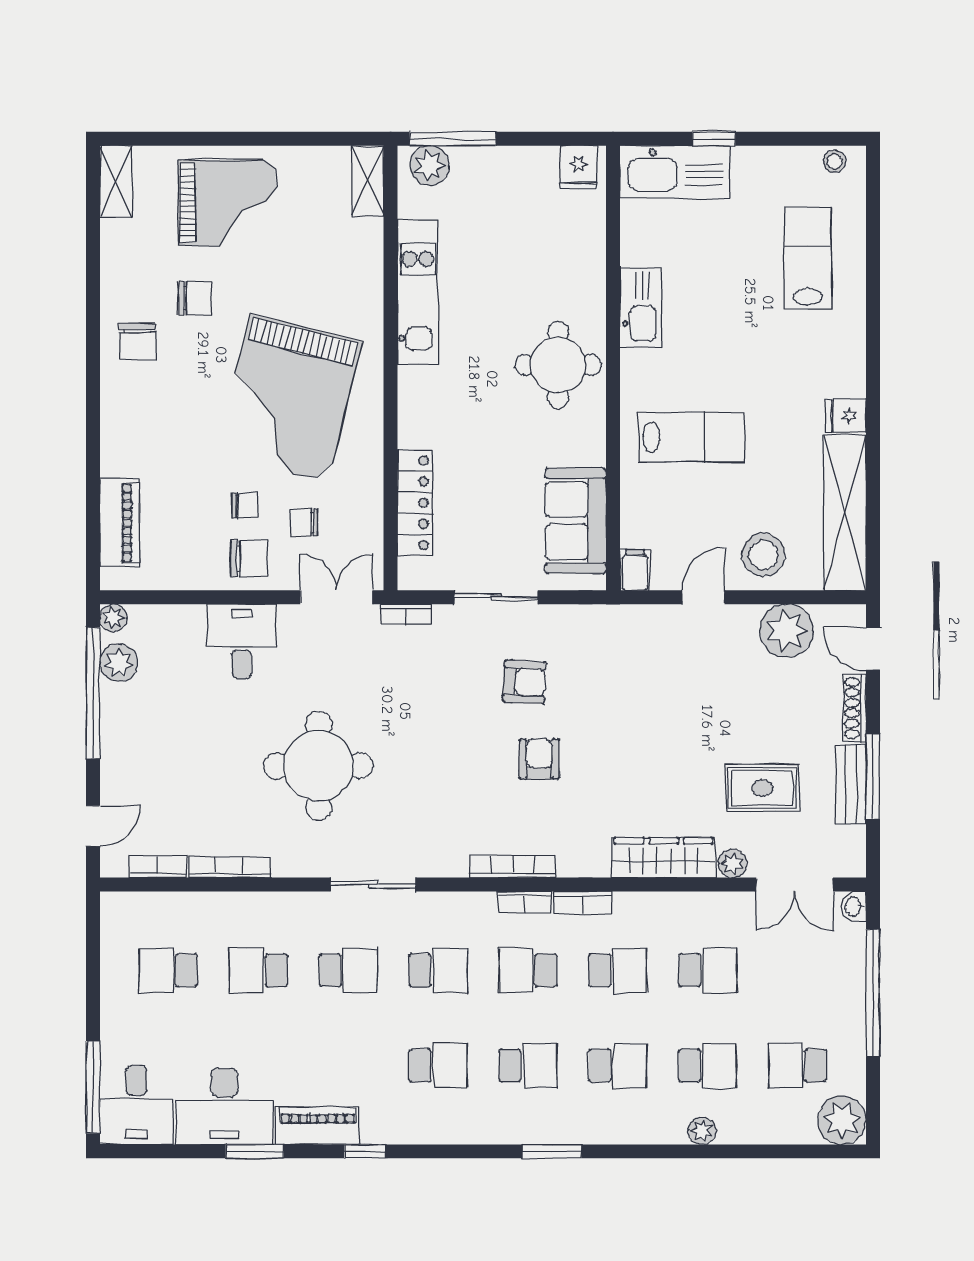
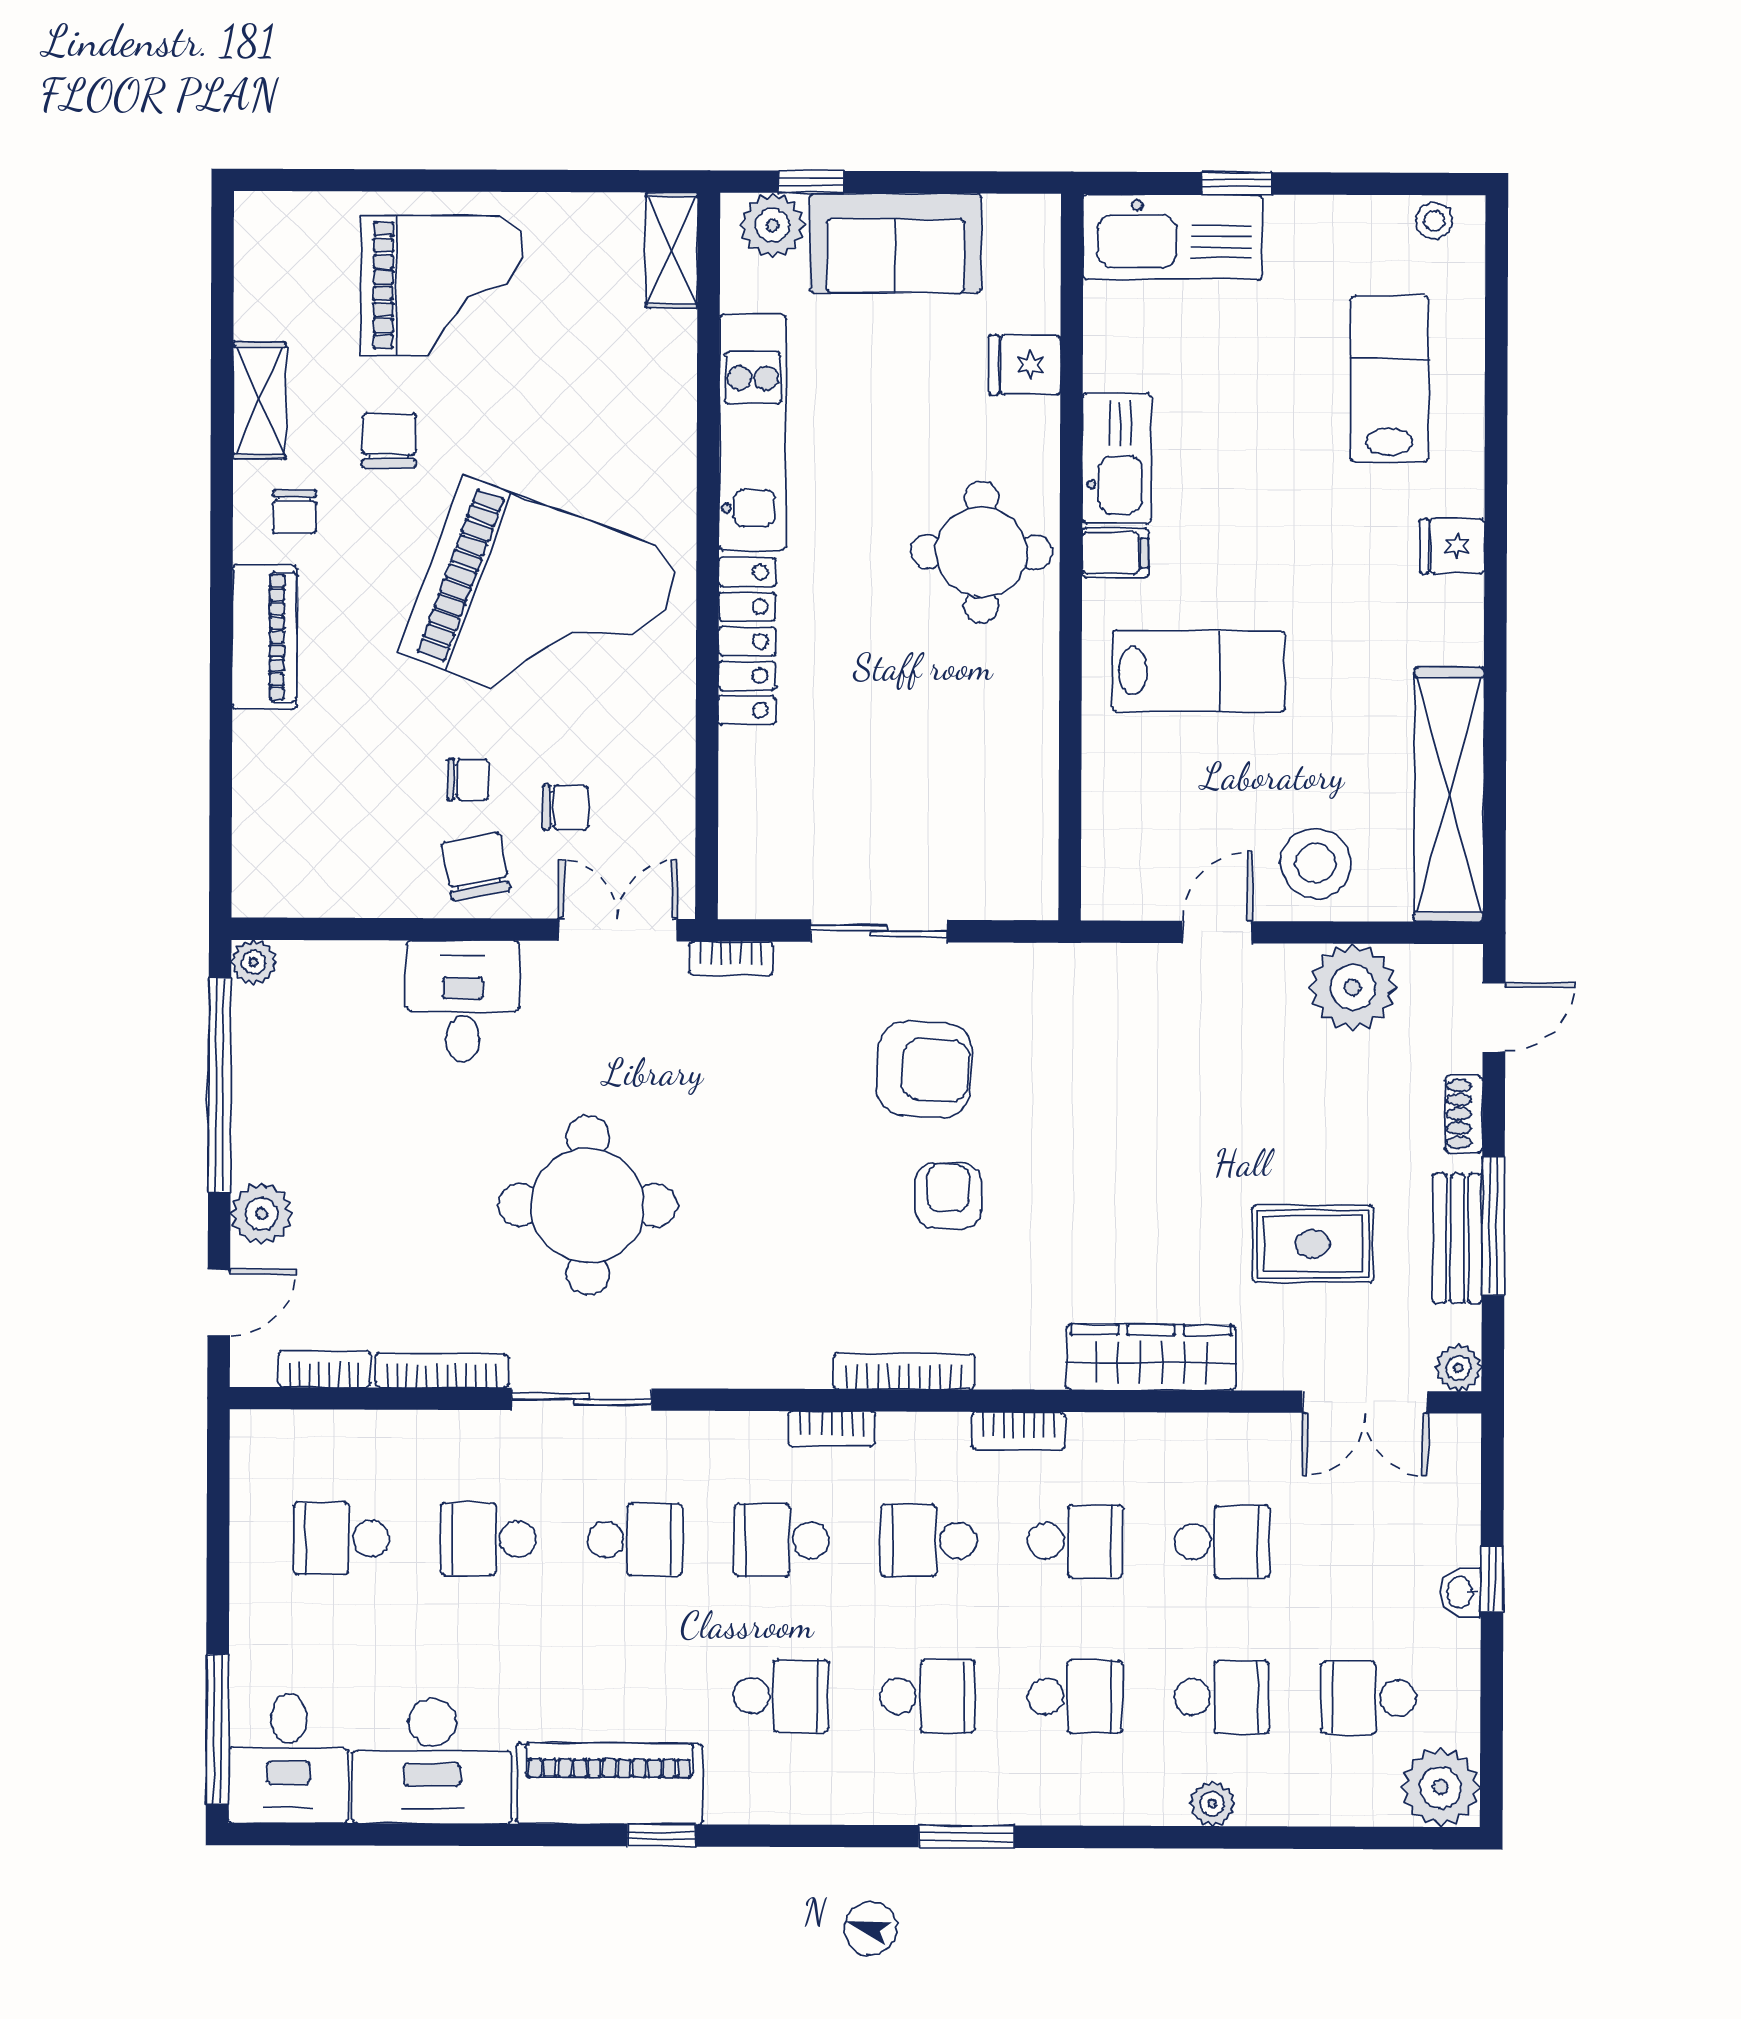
window: (453, 139) -> (811, 182), width x0.46
fridge: (579, 167) -> (1025, 365), moved, turned 90
shelving: (116, 181) -> (260, 401), moved
chair: (195, 298) -> (389, 441), turned -90
chair: (138, 342) -> (295, 512), width x0.73, depth x0.73
grand piano: (289, 398) -> (541, 605), turned -84
fridge: (846, 415) -> (1452, 546), moved
locker: (415, 503) -> (747, 641), moved
sofa: (576, 521) -> (895, 243), moved, turned -90
chair: (304, 522) -> (565, 807), turned 180
piano: (120, 523) -> (265, 637), moved
chair: (249, 559) -> (476, 866), turned -101
filing cabinet: (635, 570) -> (1115, 553), moved, turned 90
door: (873, 649) -> (1494, 1017), swing flipped
plant: (119, 663) -> (261, 1214), moved
armchair: (524, 682) -> (924, 1070), width x1.38, depth x1.38
shoe rack: (855, 708) -> (1464, 1114), width x0.70
plant: (732, 864) -> (1458, 1368), moved
sliding door: (373, 885) -> (582, 1399), moved
bookcase: (525, 902) -> (832, 1429), moved
washbasin: (854, 907) -> (1461, 1592), moved
school desk: (438, 970) -> (782, 1540), turned 180
window: (873, 993) -> (1492, 1579), width x0.32
piano: (318, 1126) -> (609, 1784), width x1.37, depth x1.33
window: (255, 1151) -> (481, 1835), removed

